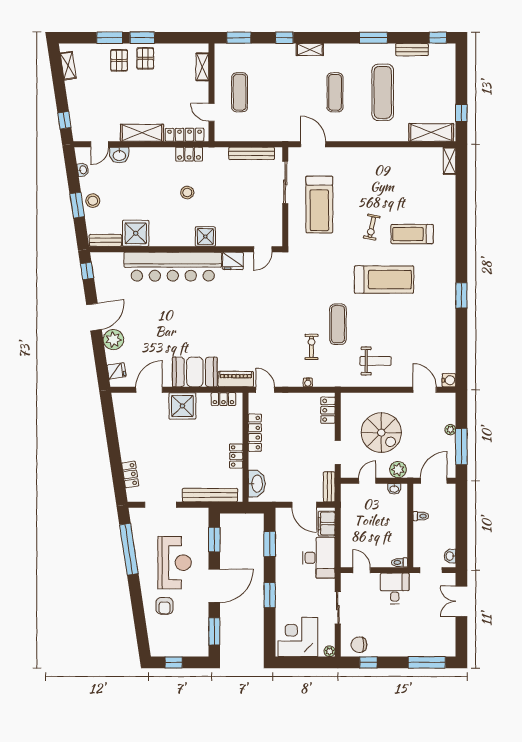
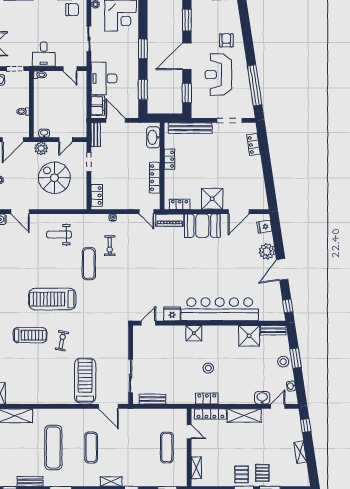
shelving: (68, 66) -> (300, 452), moved
bench: (252, 153) -> (152, 399), width x0.73
treadmill: (319, 205) -> (85, 381), moved

